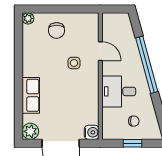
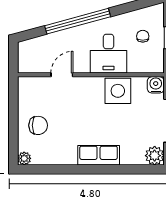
side table: (74, 63) -> (118, 91), moved, width x1.87, depth x1.87
row of seats: (31, 95) -> (99, 155), moved

